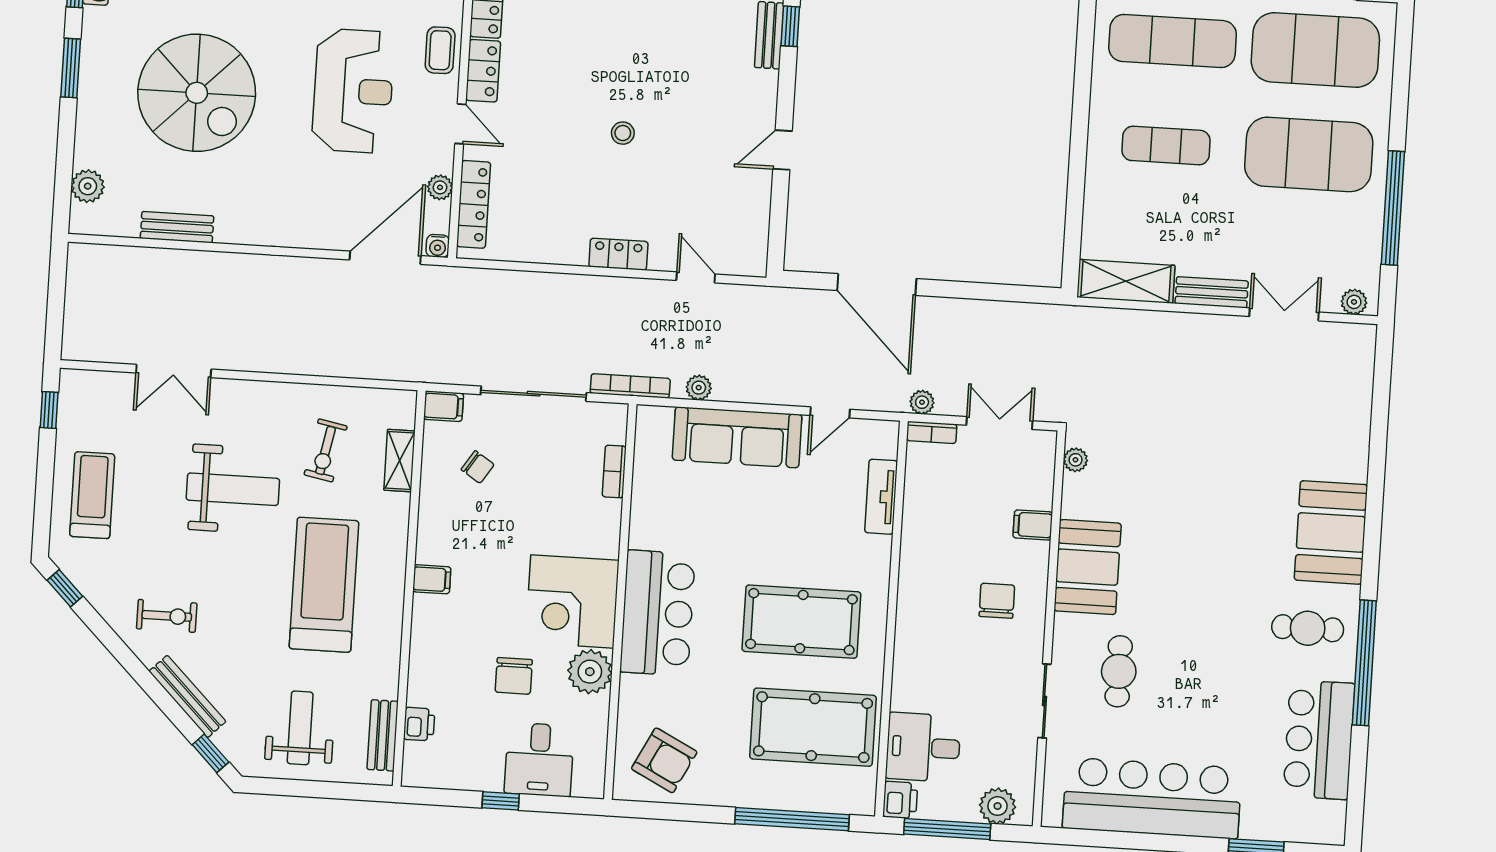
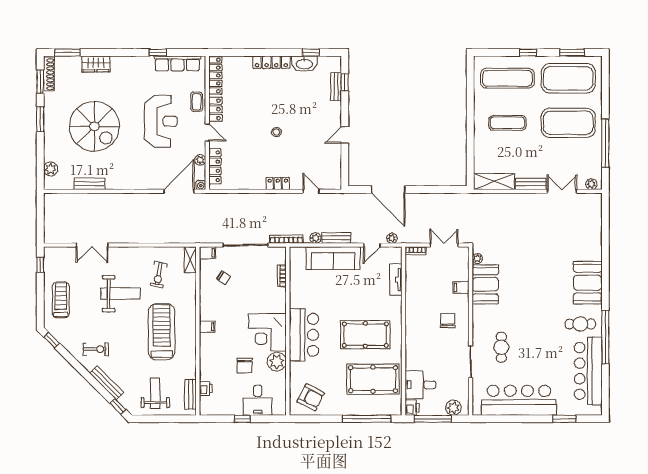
bench: (748, 390) -> (336, 238), added
plant: (922, 402) -> (392, 238), moved
shelving: (400, 461) -> (190, 260), moved
booth: (1088, 567) -> (485, 284), moved
bar counter: (1319, 740) -> (588, 371), width x1.36

